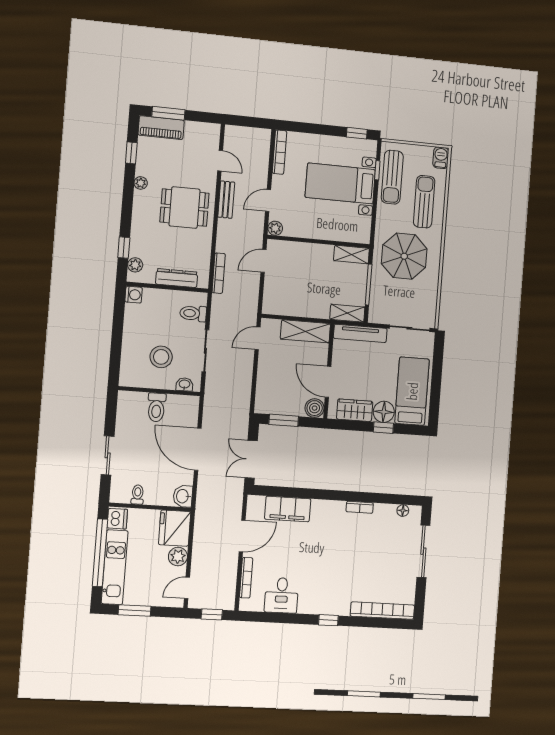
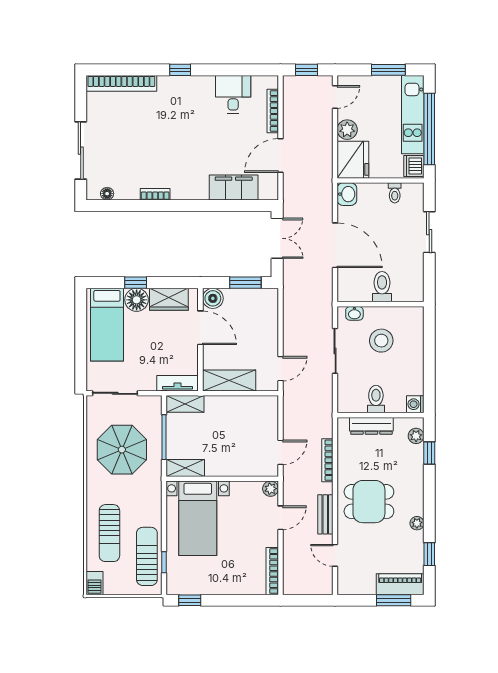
bed with nightstands: (340, 184) -> (198, 518), moved, turned 90
parasol: (404, 256) -> (122, 450), moved
bookcase: (219, 273) -> (327, 460), moved
toilet: (193, 313) -> (376, 399), moved, turned -90
tv unit: (360, 333) -> (178, 383), width x0.71

